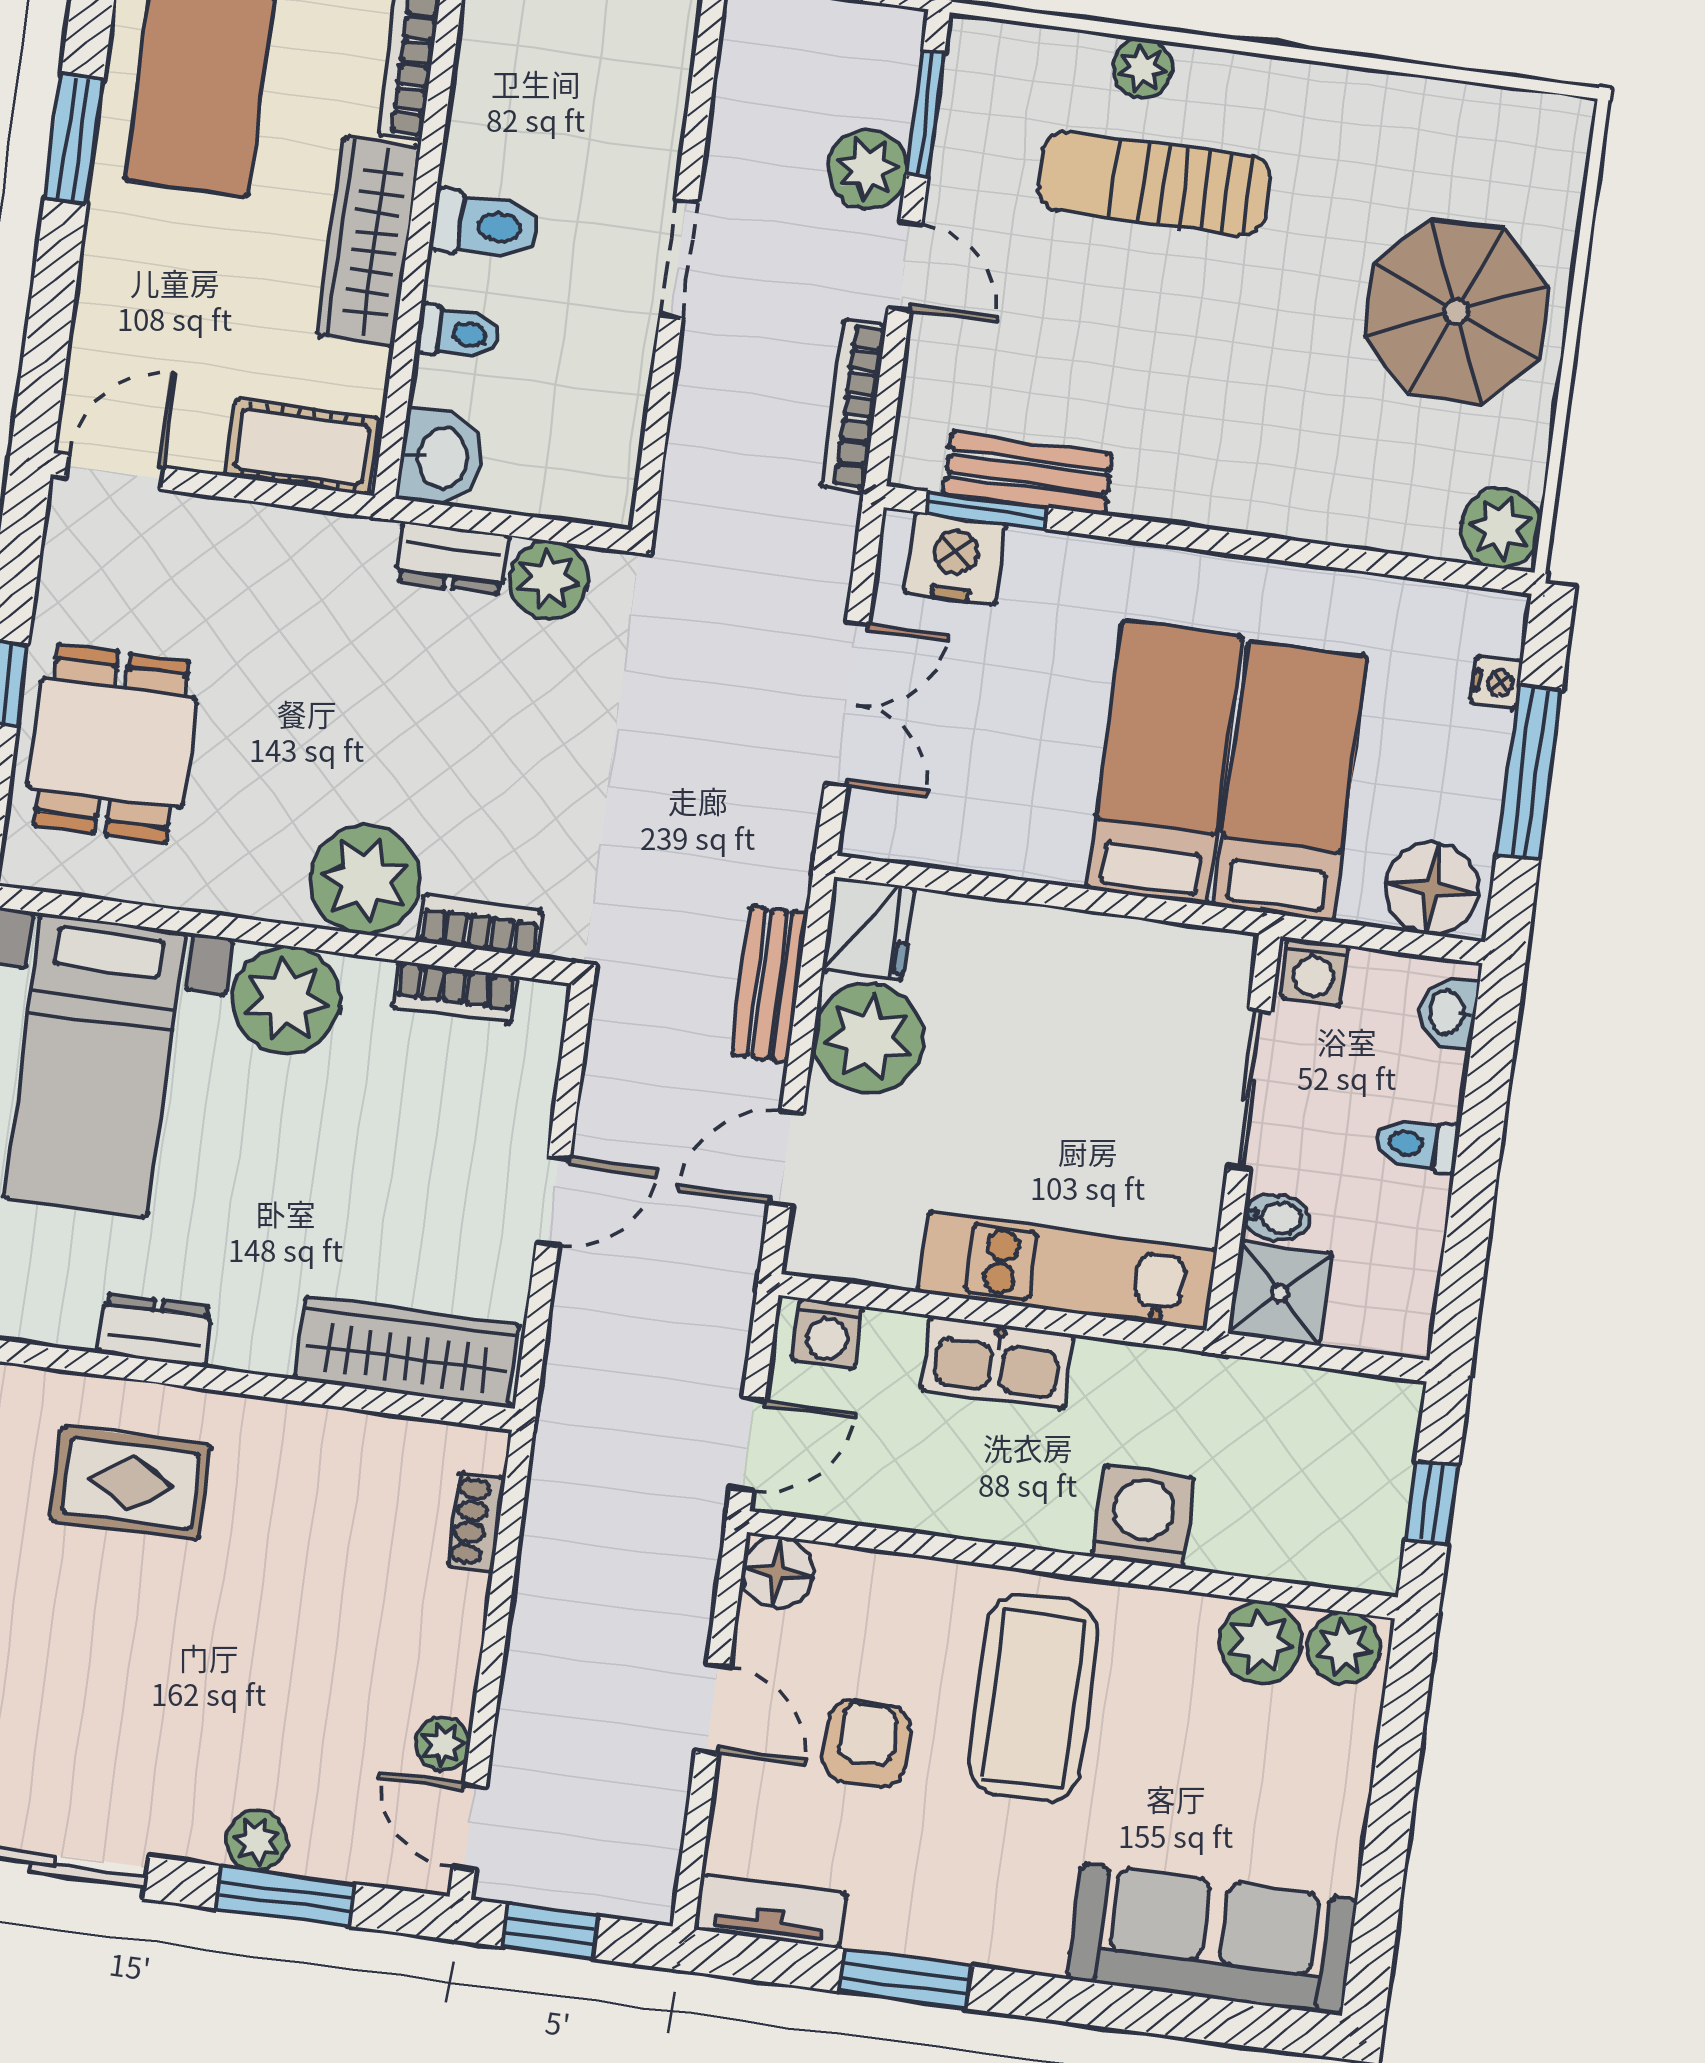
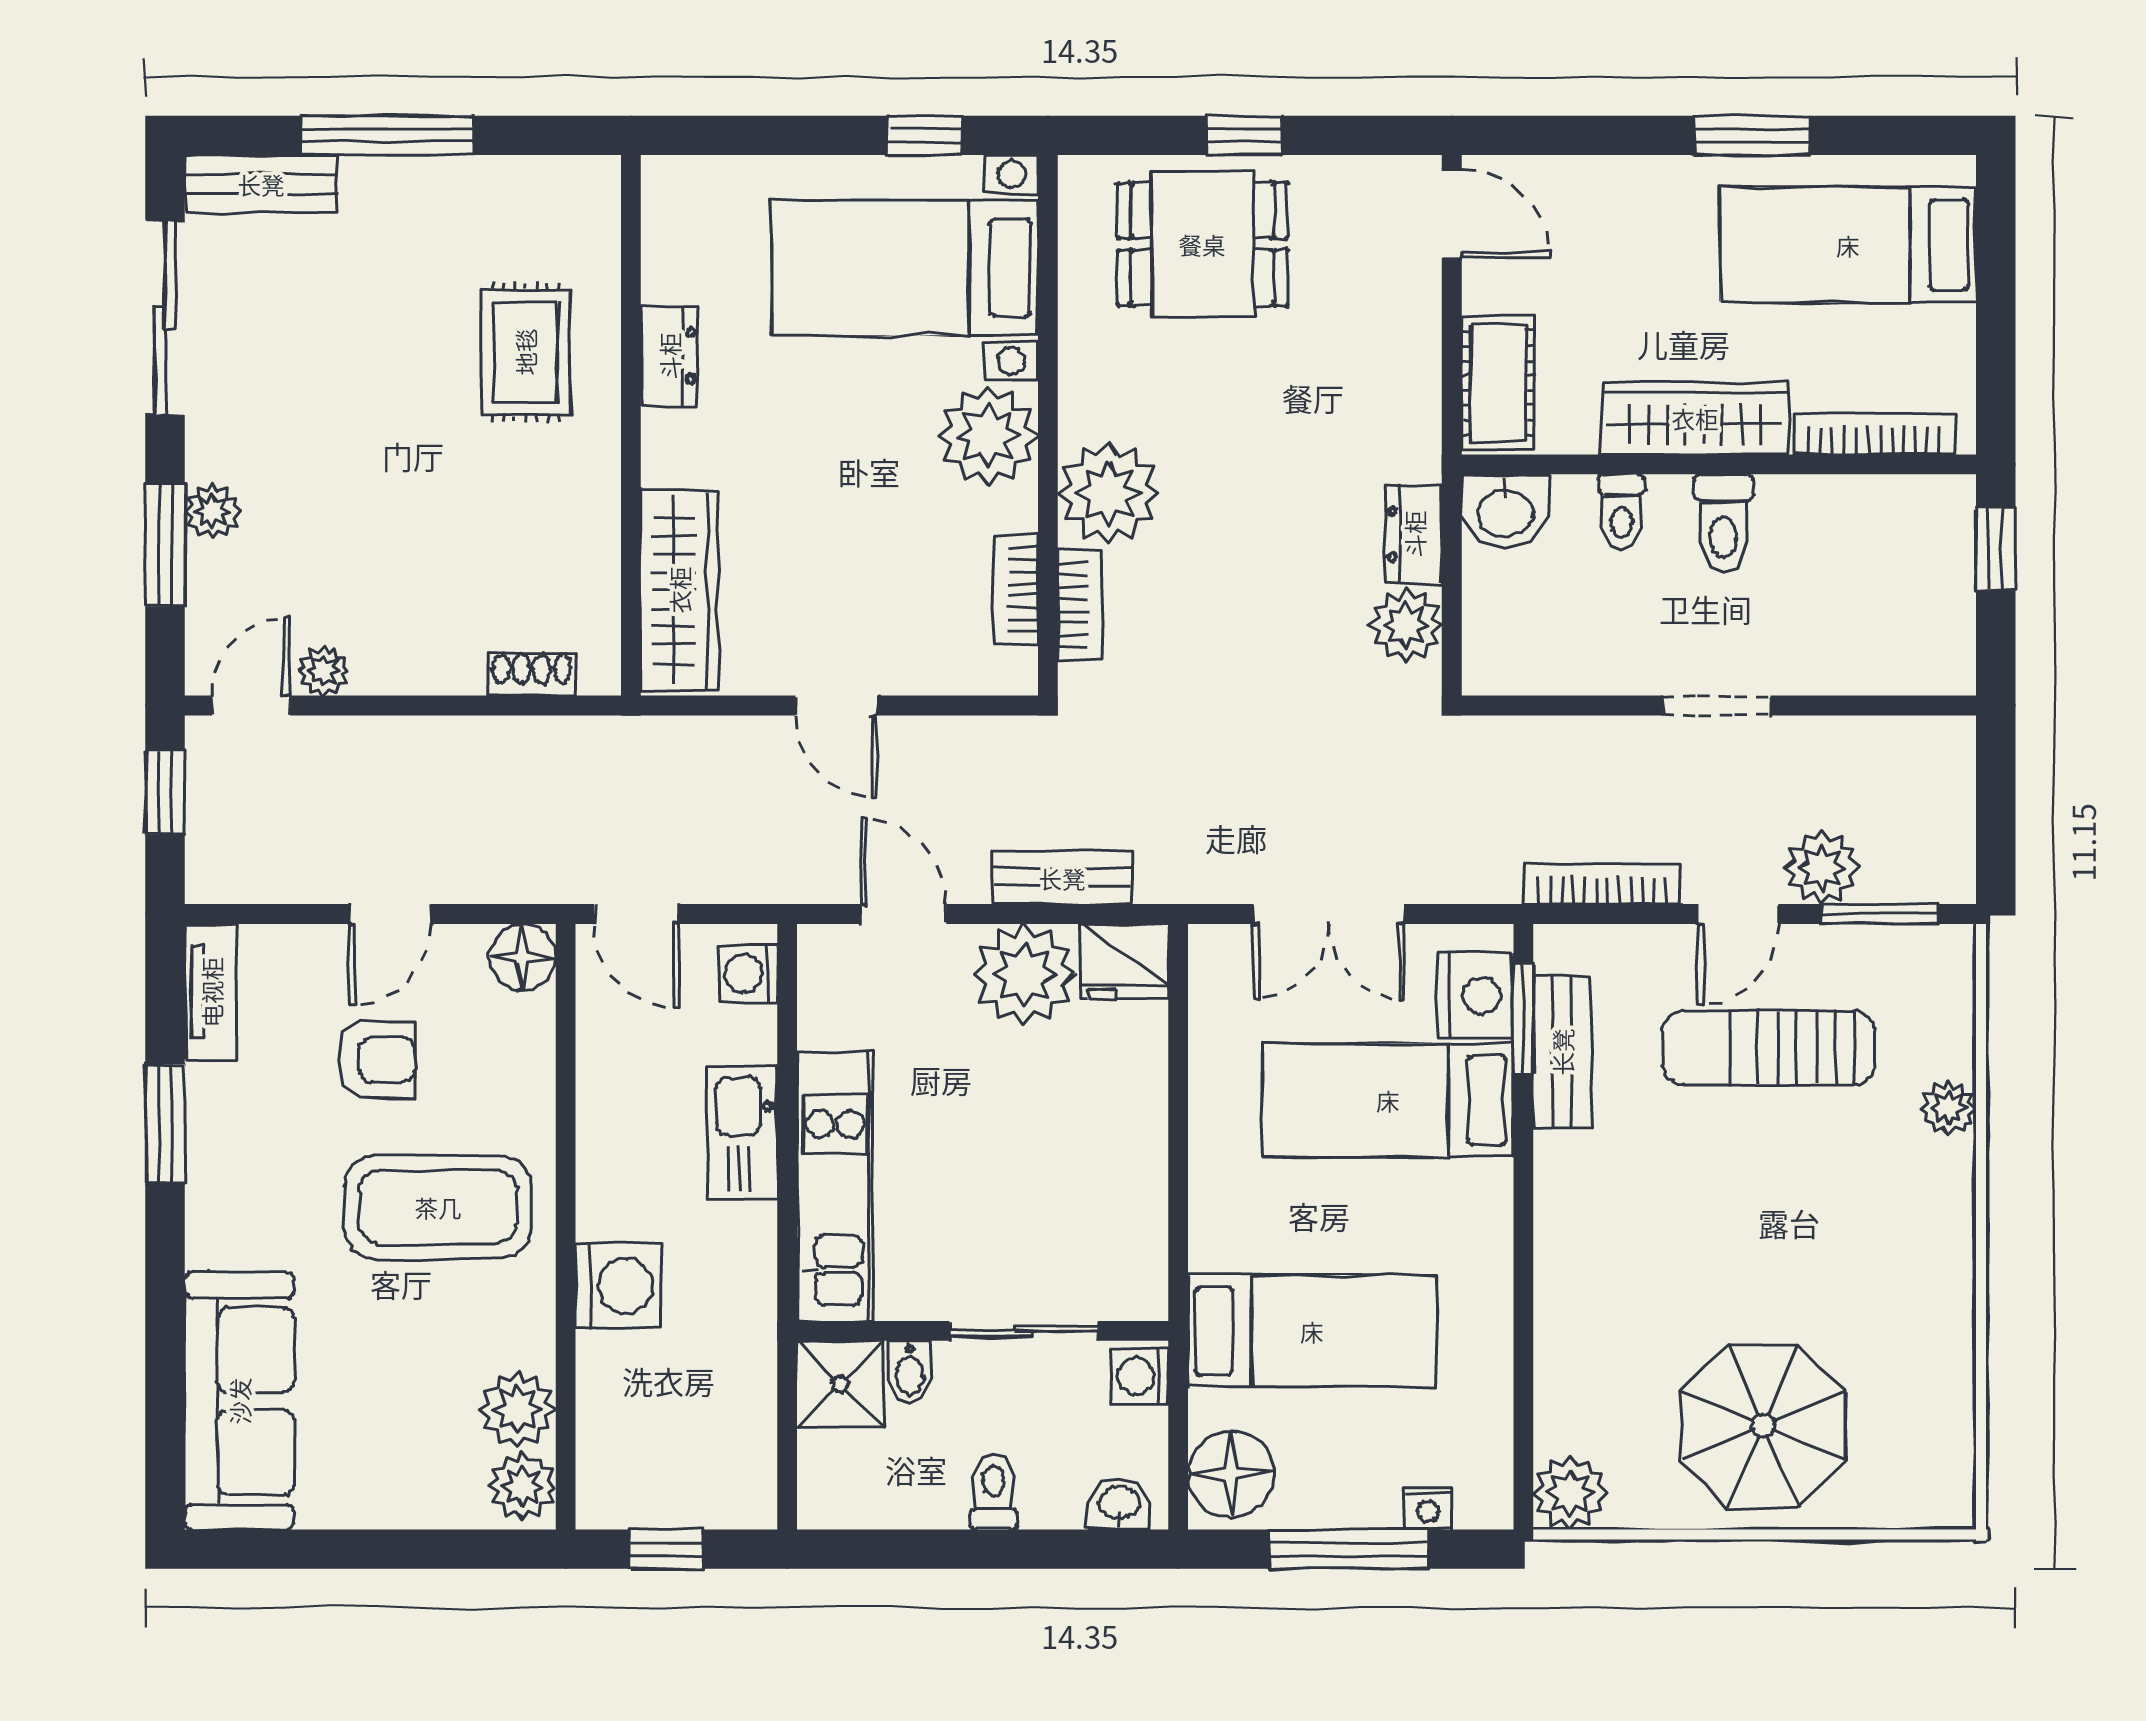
sun lounger: (1154, 183) -> (1769, 1048), moved, turned -90
bed: (1165, 762) -> (1388, 1100), moved, turned 180

